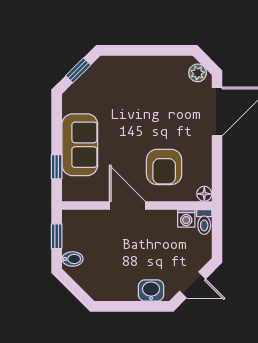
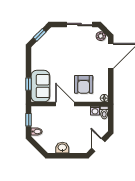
sliding door: (156, 50) -> (79, 25), added
sofa: (80, 145) -> (40, 86), moved
door: (193, 285) -> (98, 145), swing flipped
washbasin: (151, 290) -> (62, 148), moved

